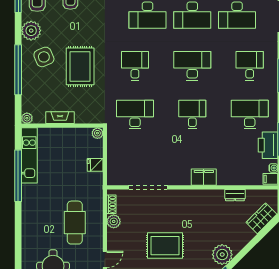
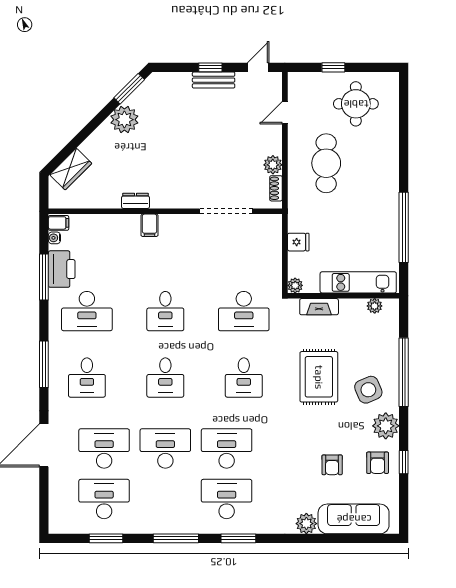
desk: (192, 66) -> (165, 377), width x0.73
plant: (27, 118) -> (375, 306), moved
fireplace: (60, 118) -> (319, 307), moved
kitchen unit: (29, 155) -> (358, 282), moved, turned 90
filing cabinet: (204, 177) -> (150, 225), width x0.50
dresser: (235, 195) -> (135, 201), moved
rug: (165, 246) -> (203, 132), removed

